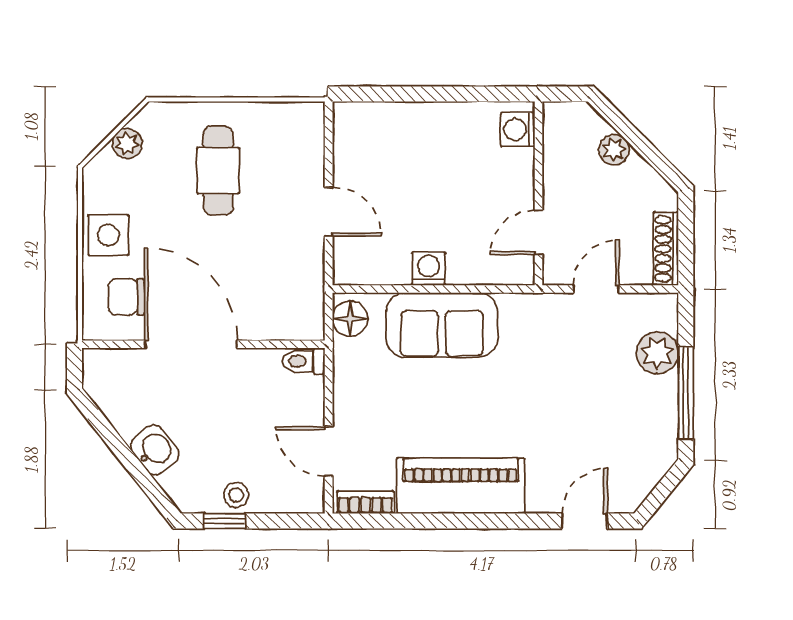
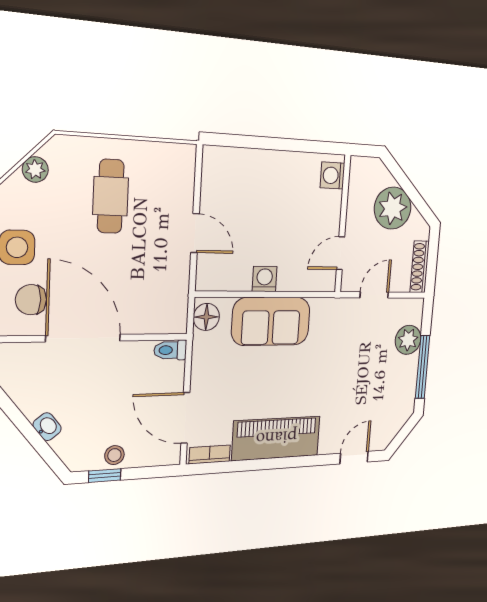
plant: (614, 150) -> (393, 208), width x1.87, depth x1.87
washbasin: (155, 450) -> (47, 427), width x0.72, depth x0.69
door: (329, 451) -> (185, 418), width x1.38

